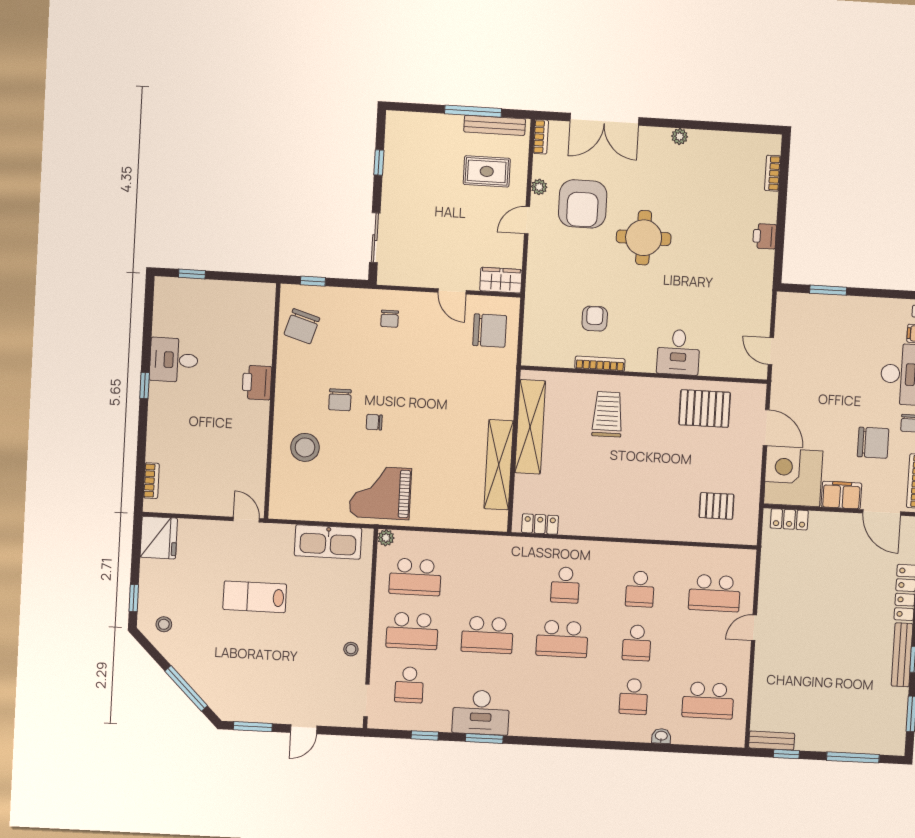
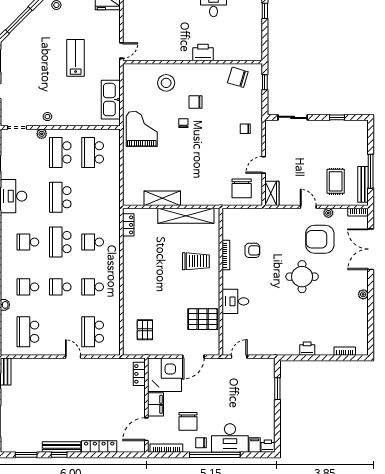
pallet: (705, 409) -> (203, 319), turned 90
shelving: (499, 465) -> (162, 198), width x0.68
plant: (386, 538) -> (42, 134), moved
school desk: (409, 685) -> (28, 242), moved

